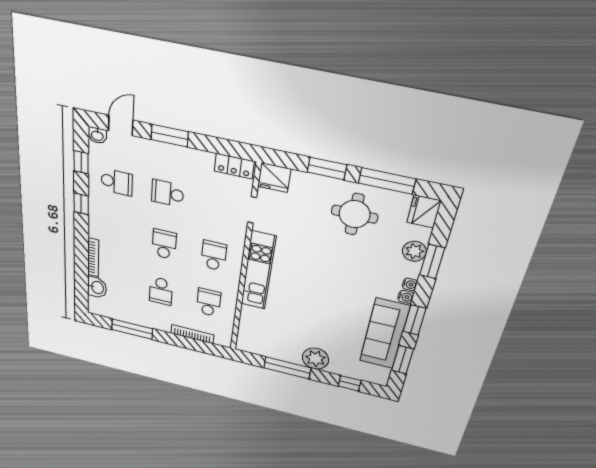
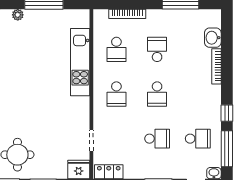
window: (81, 162) -> (227, 149), width x2.17
school desk: (117, 182) -> (198, 139), turned 180
kitchen unit: (258, 271) -> (80, 62), moved
plant: (315, 359) -> (18, 15), width x0.53, depth x0.53

